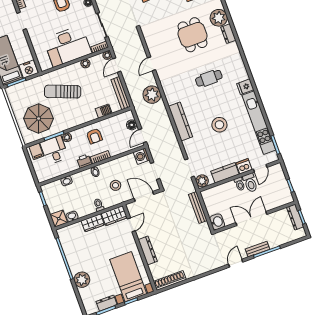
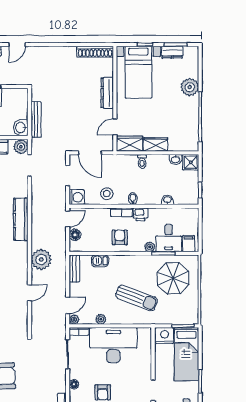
bench: (121, 93) -> (74, 268), width x0.73
stool: (116, 185) -> (107, 194), moved
washbasin: (217, 222) -> (21, 128), moved

